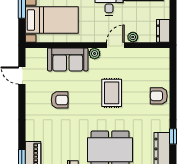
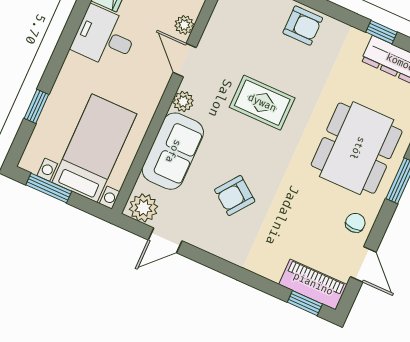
plant: (33, 58) -> (143, 208), added
armchair: (159, 96) -> (303, 26), turned -90
armchair: (60, 100) -> (235, 196), turned -143

